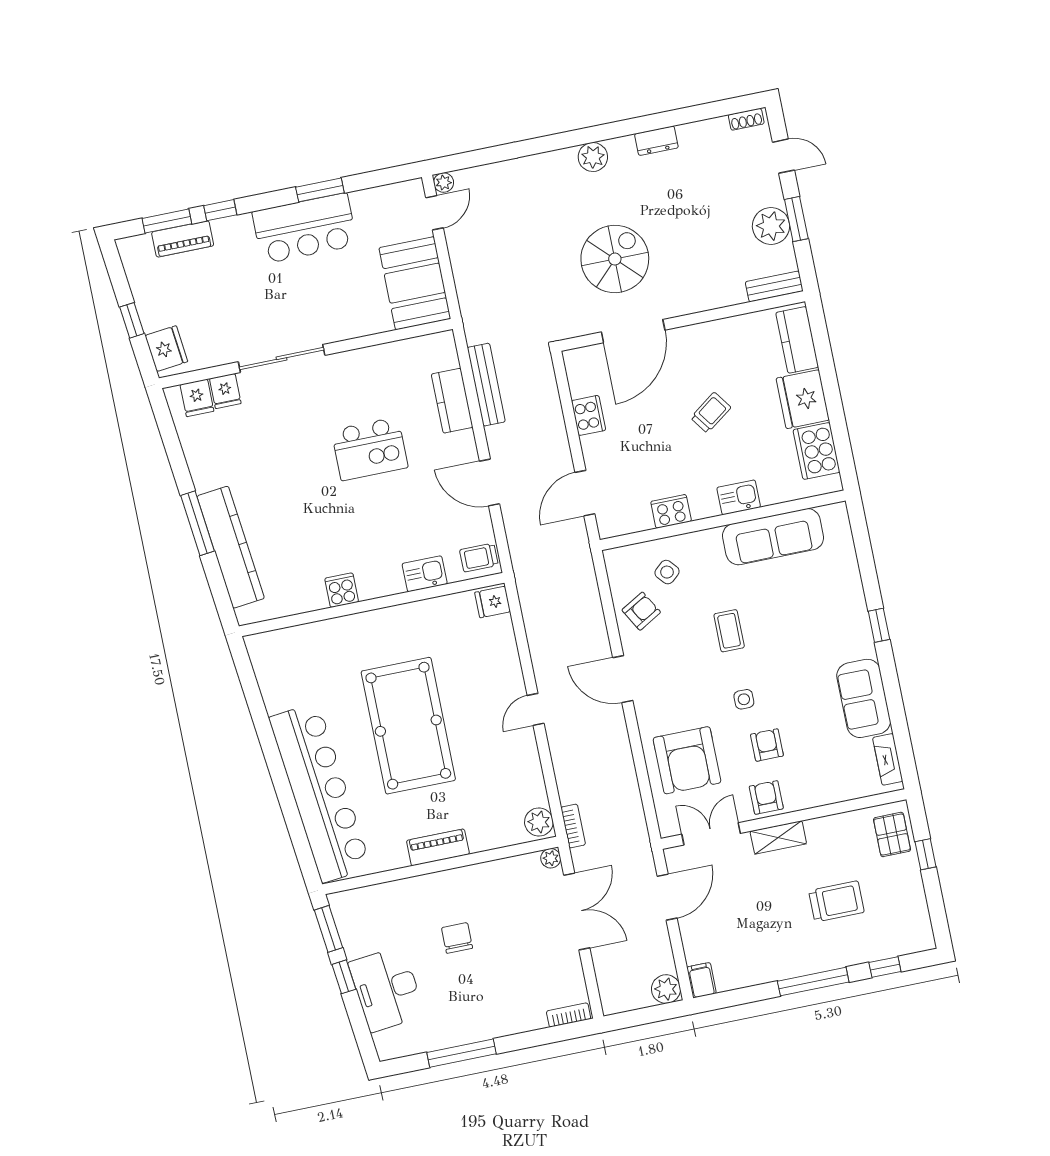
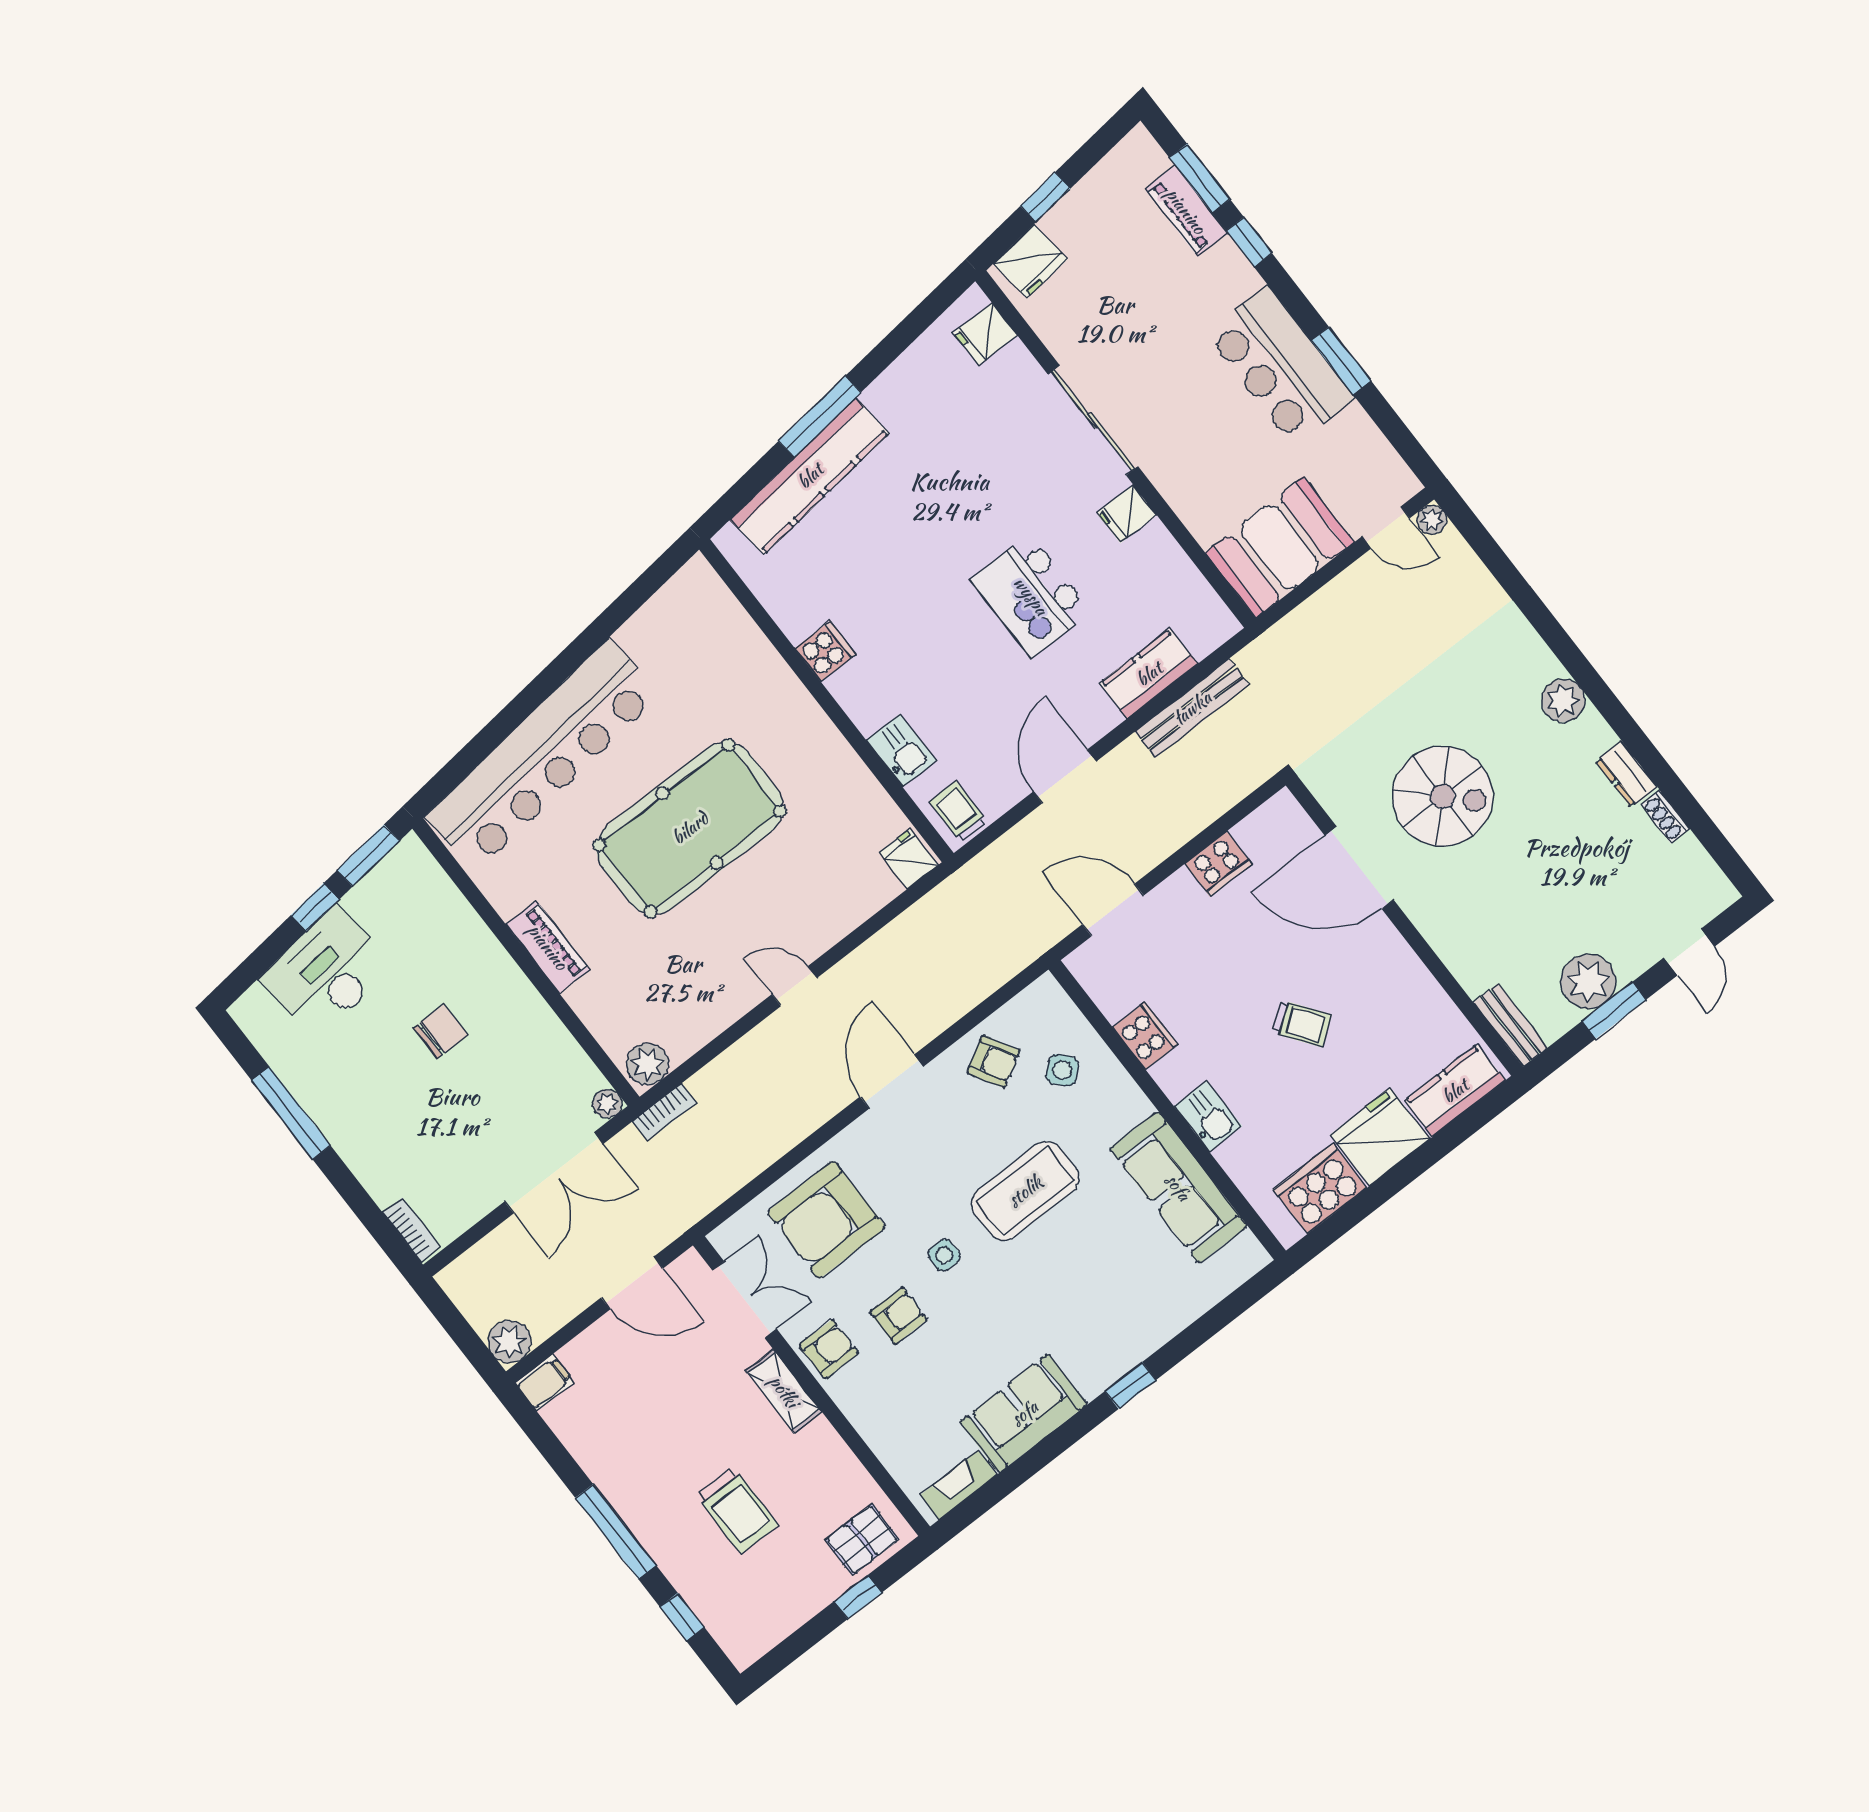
shoe rack: (746, 119) -> (1665, 817), moved
fridge: (225, 391) -> (1127, 514), moved
coffee table: (729, 631) -> (1025, 1191), width x1.86, depth x1.72

